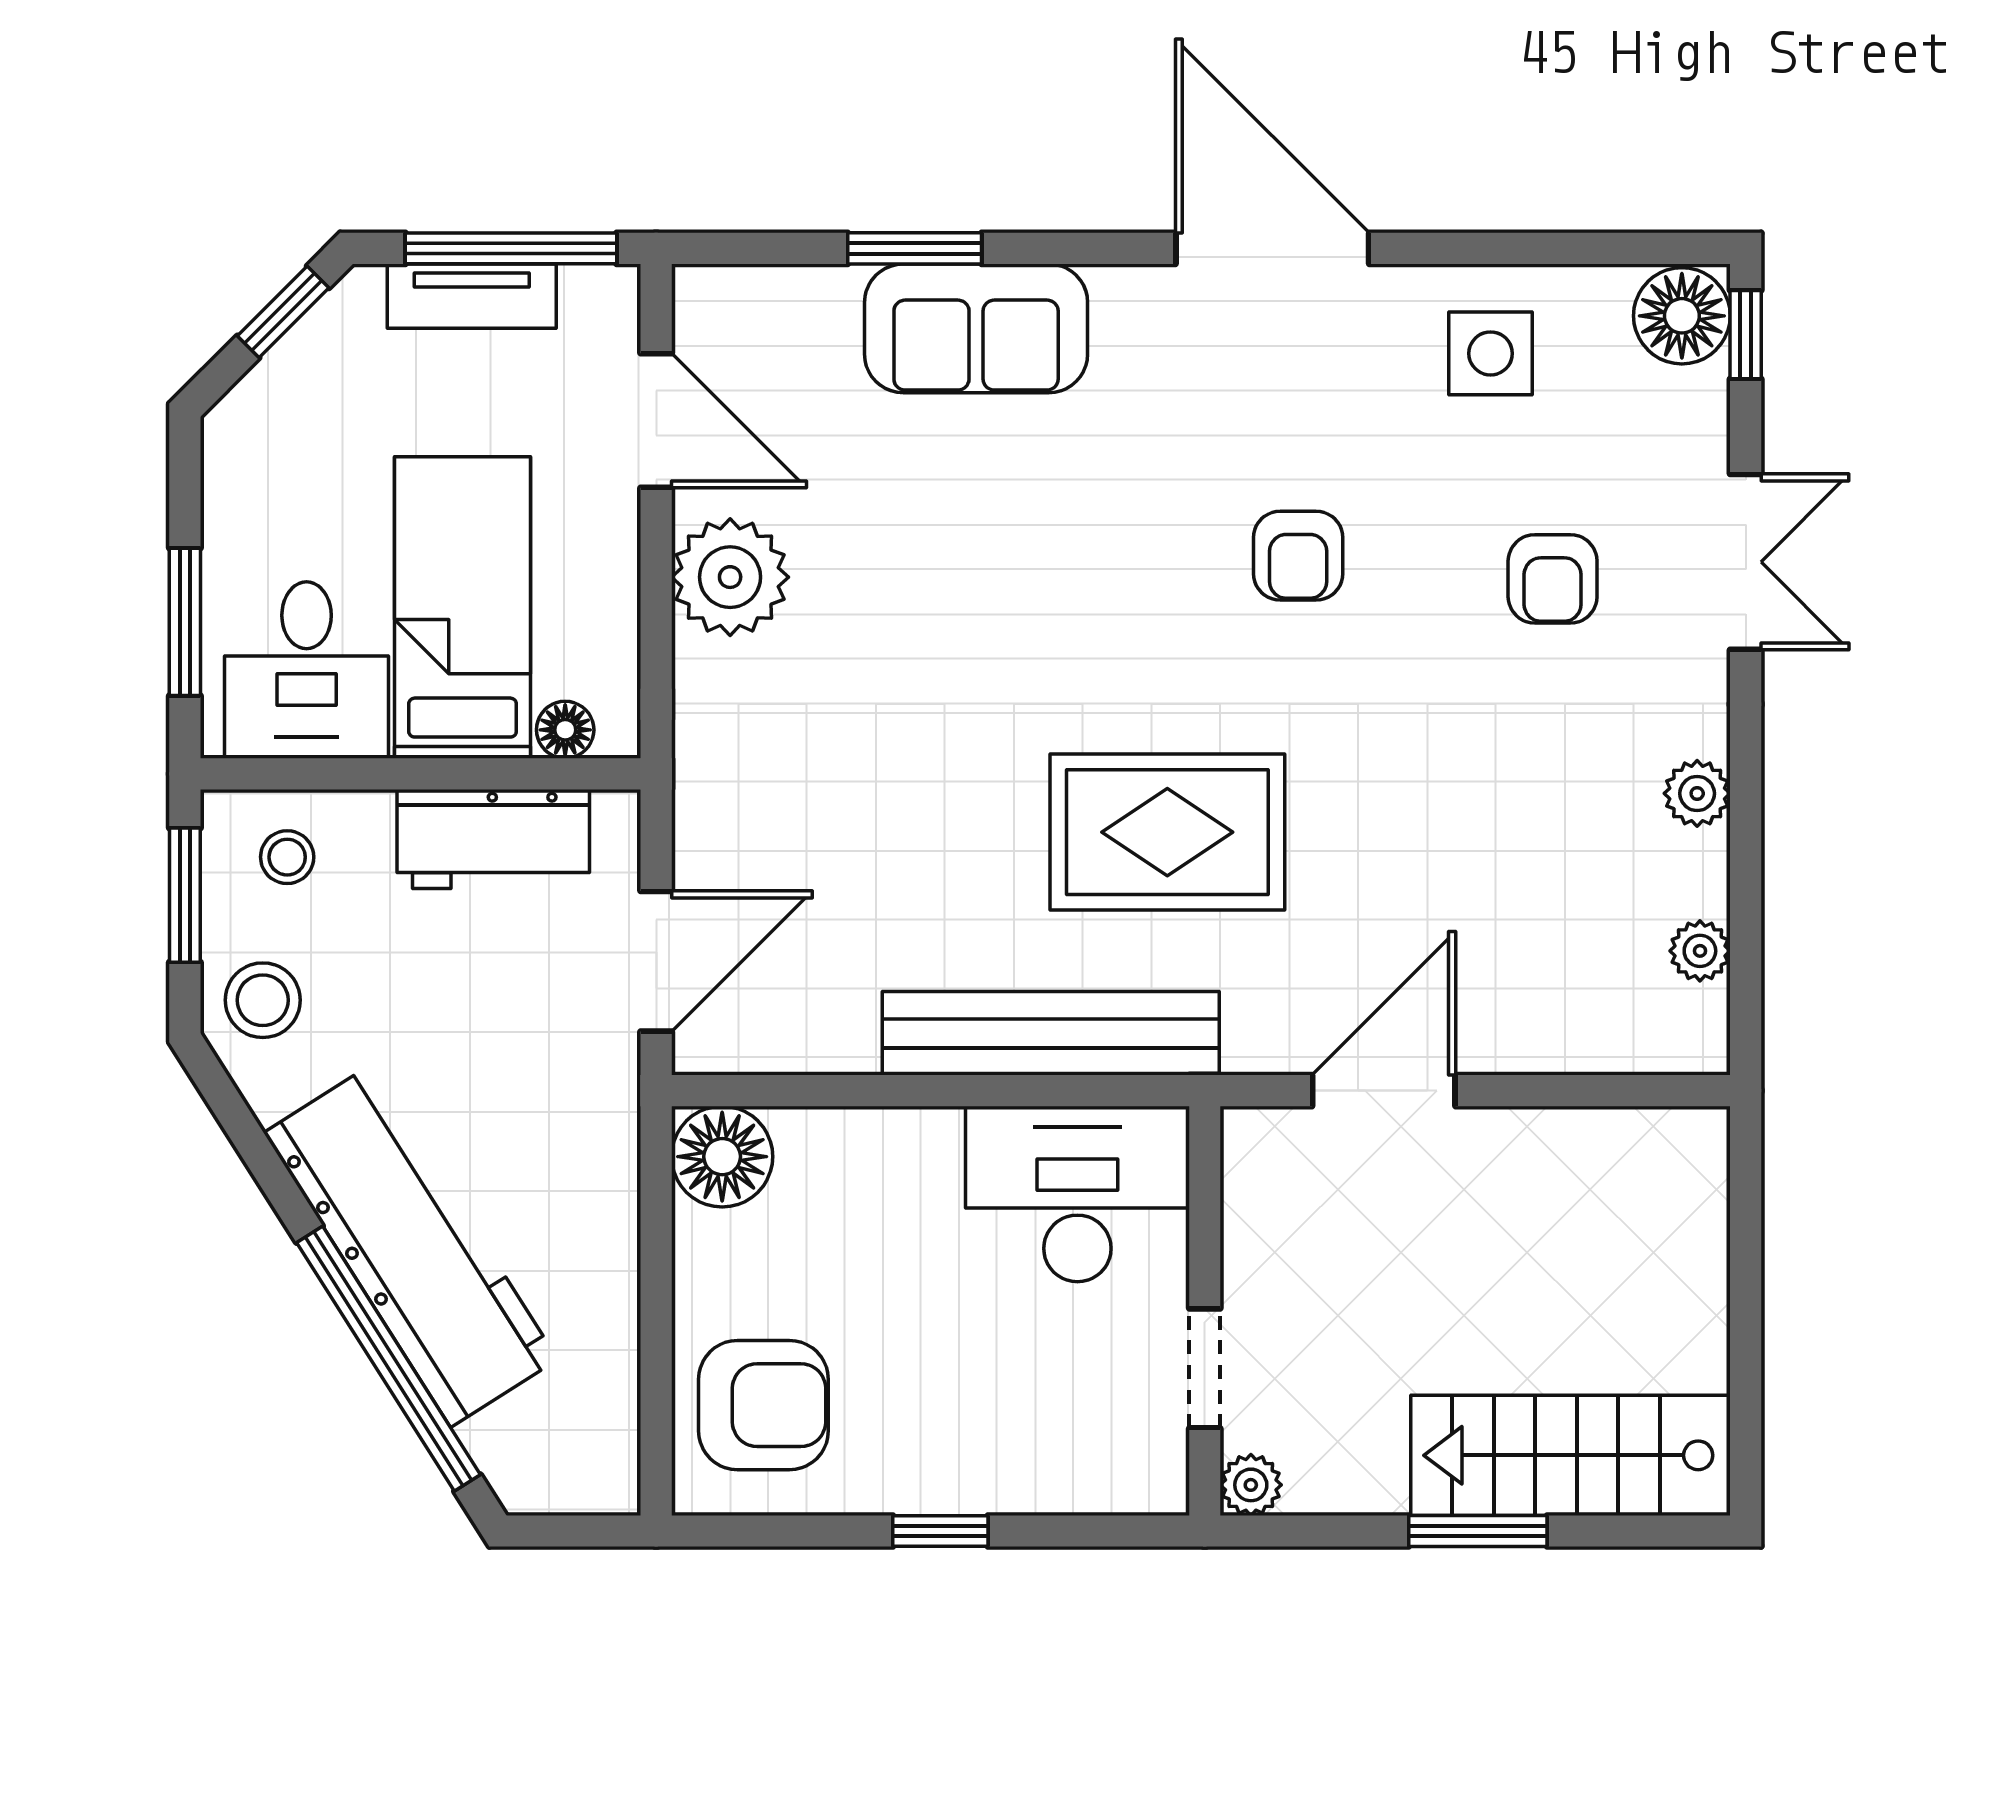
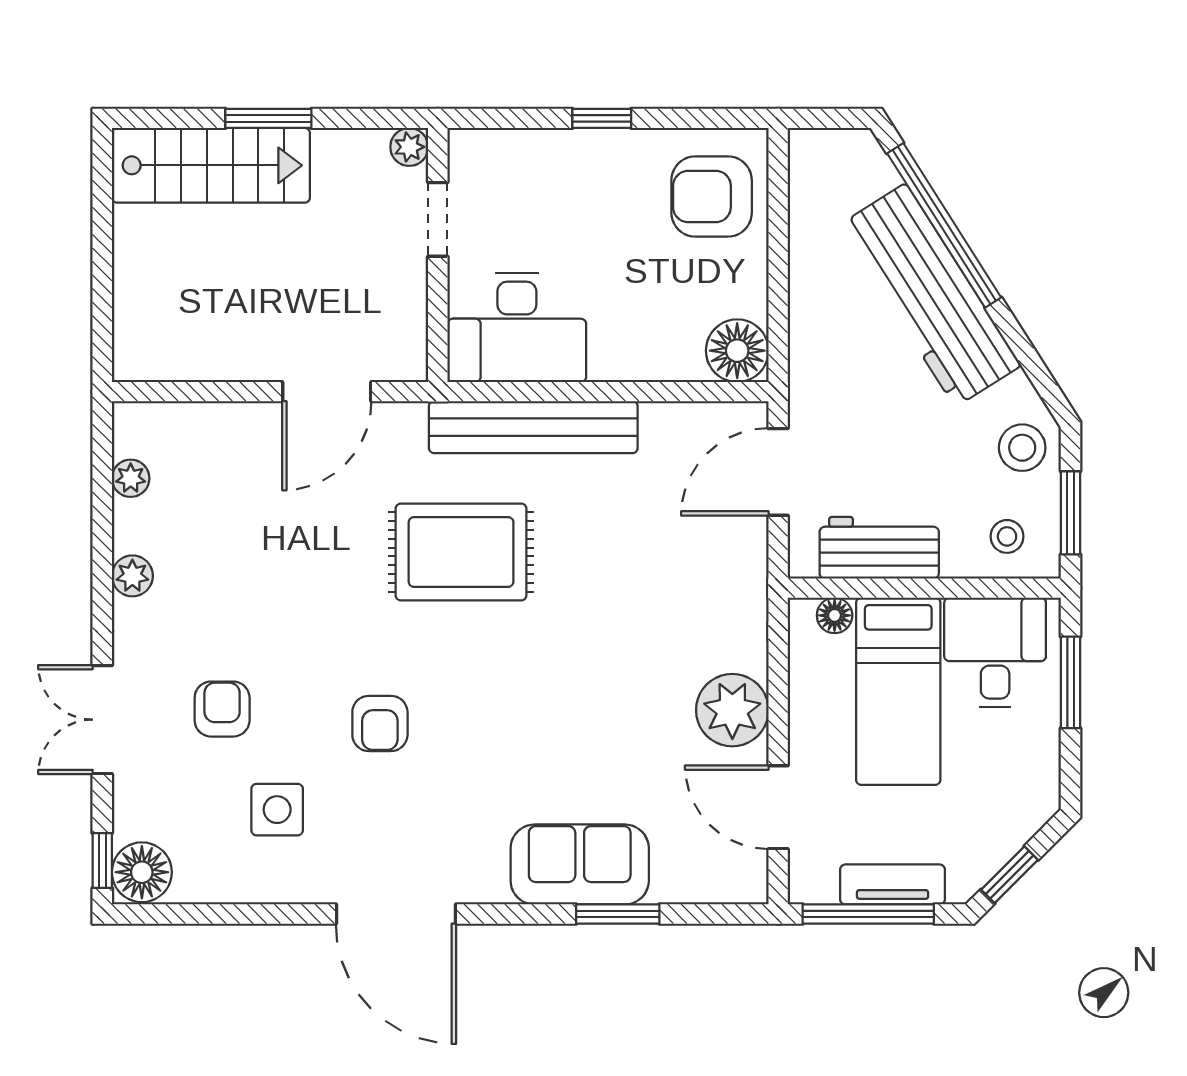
side table: (1491, 353) -> (277, 810), moved
armchair: (1298, 556) -> (380, 723), turned 180

